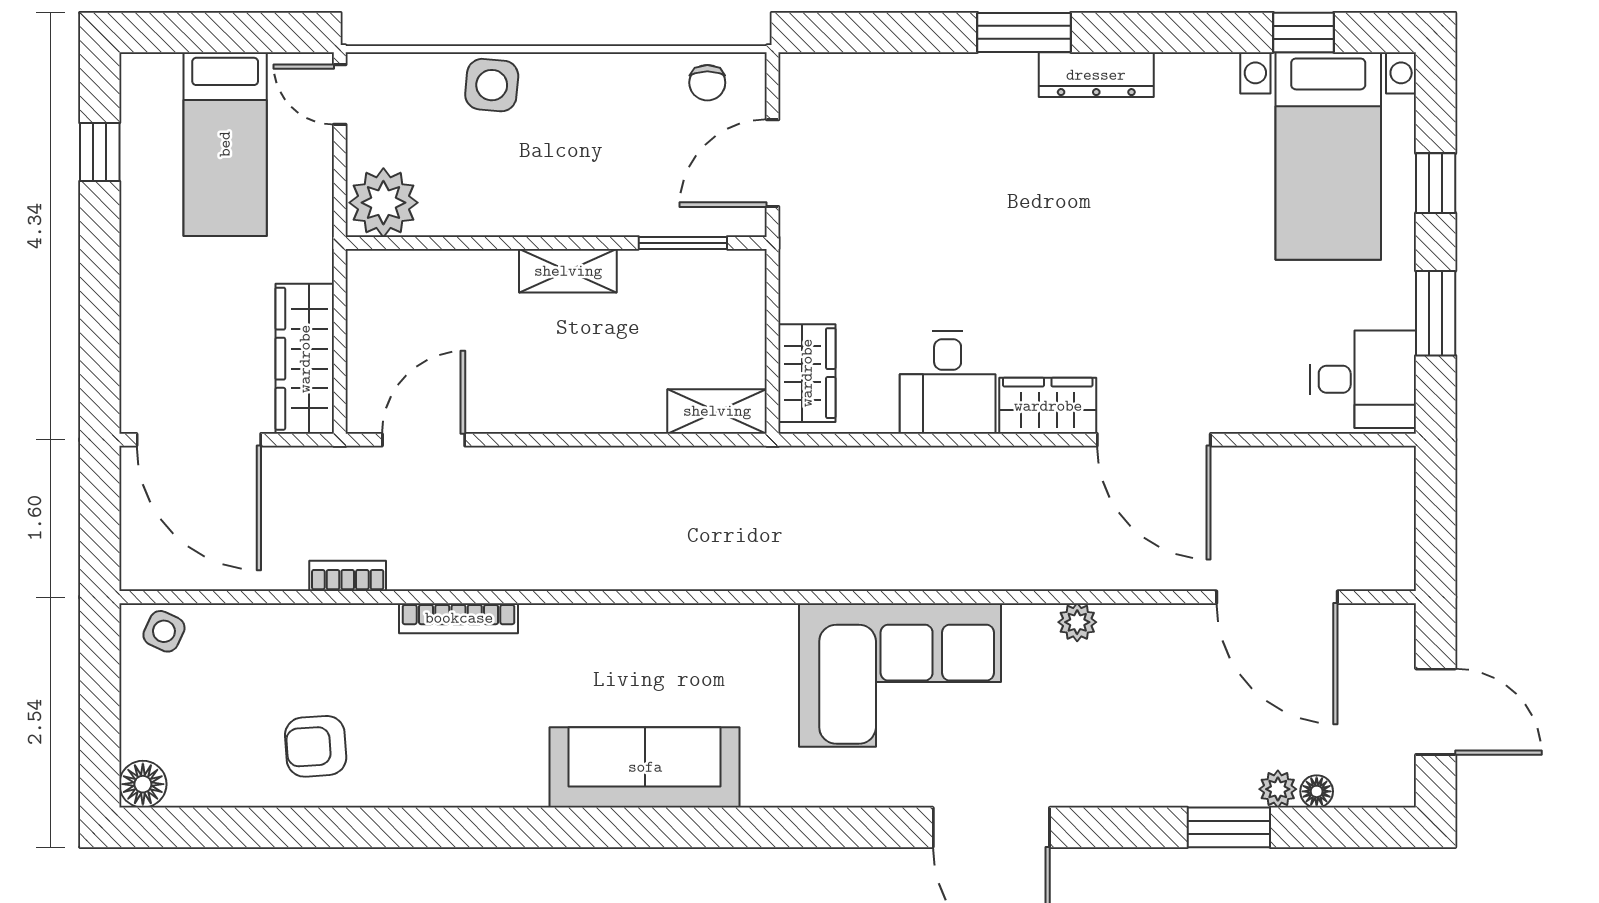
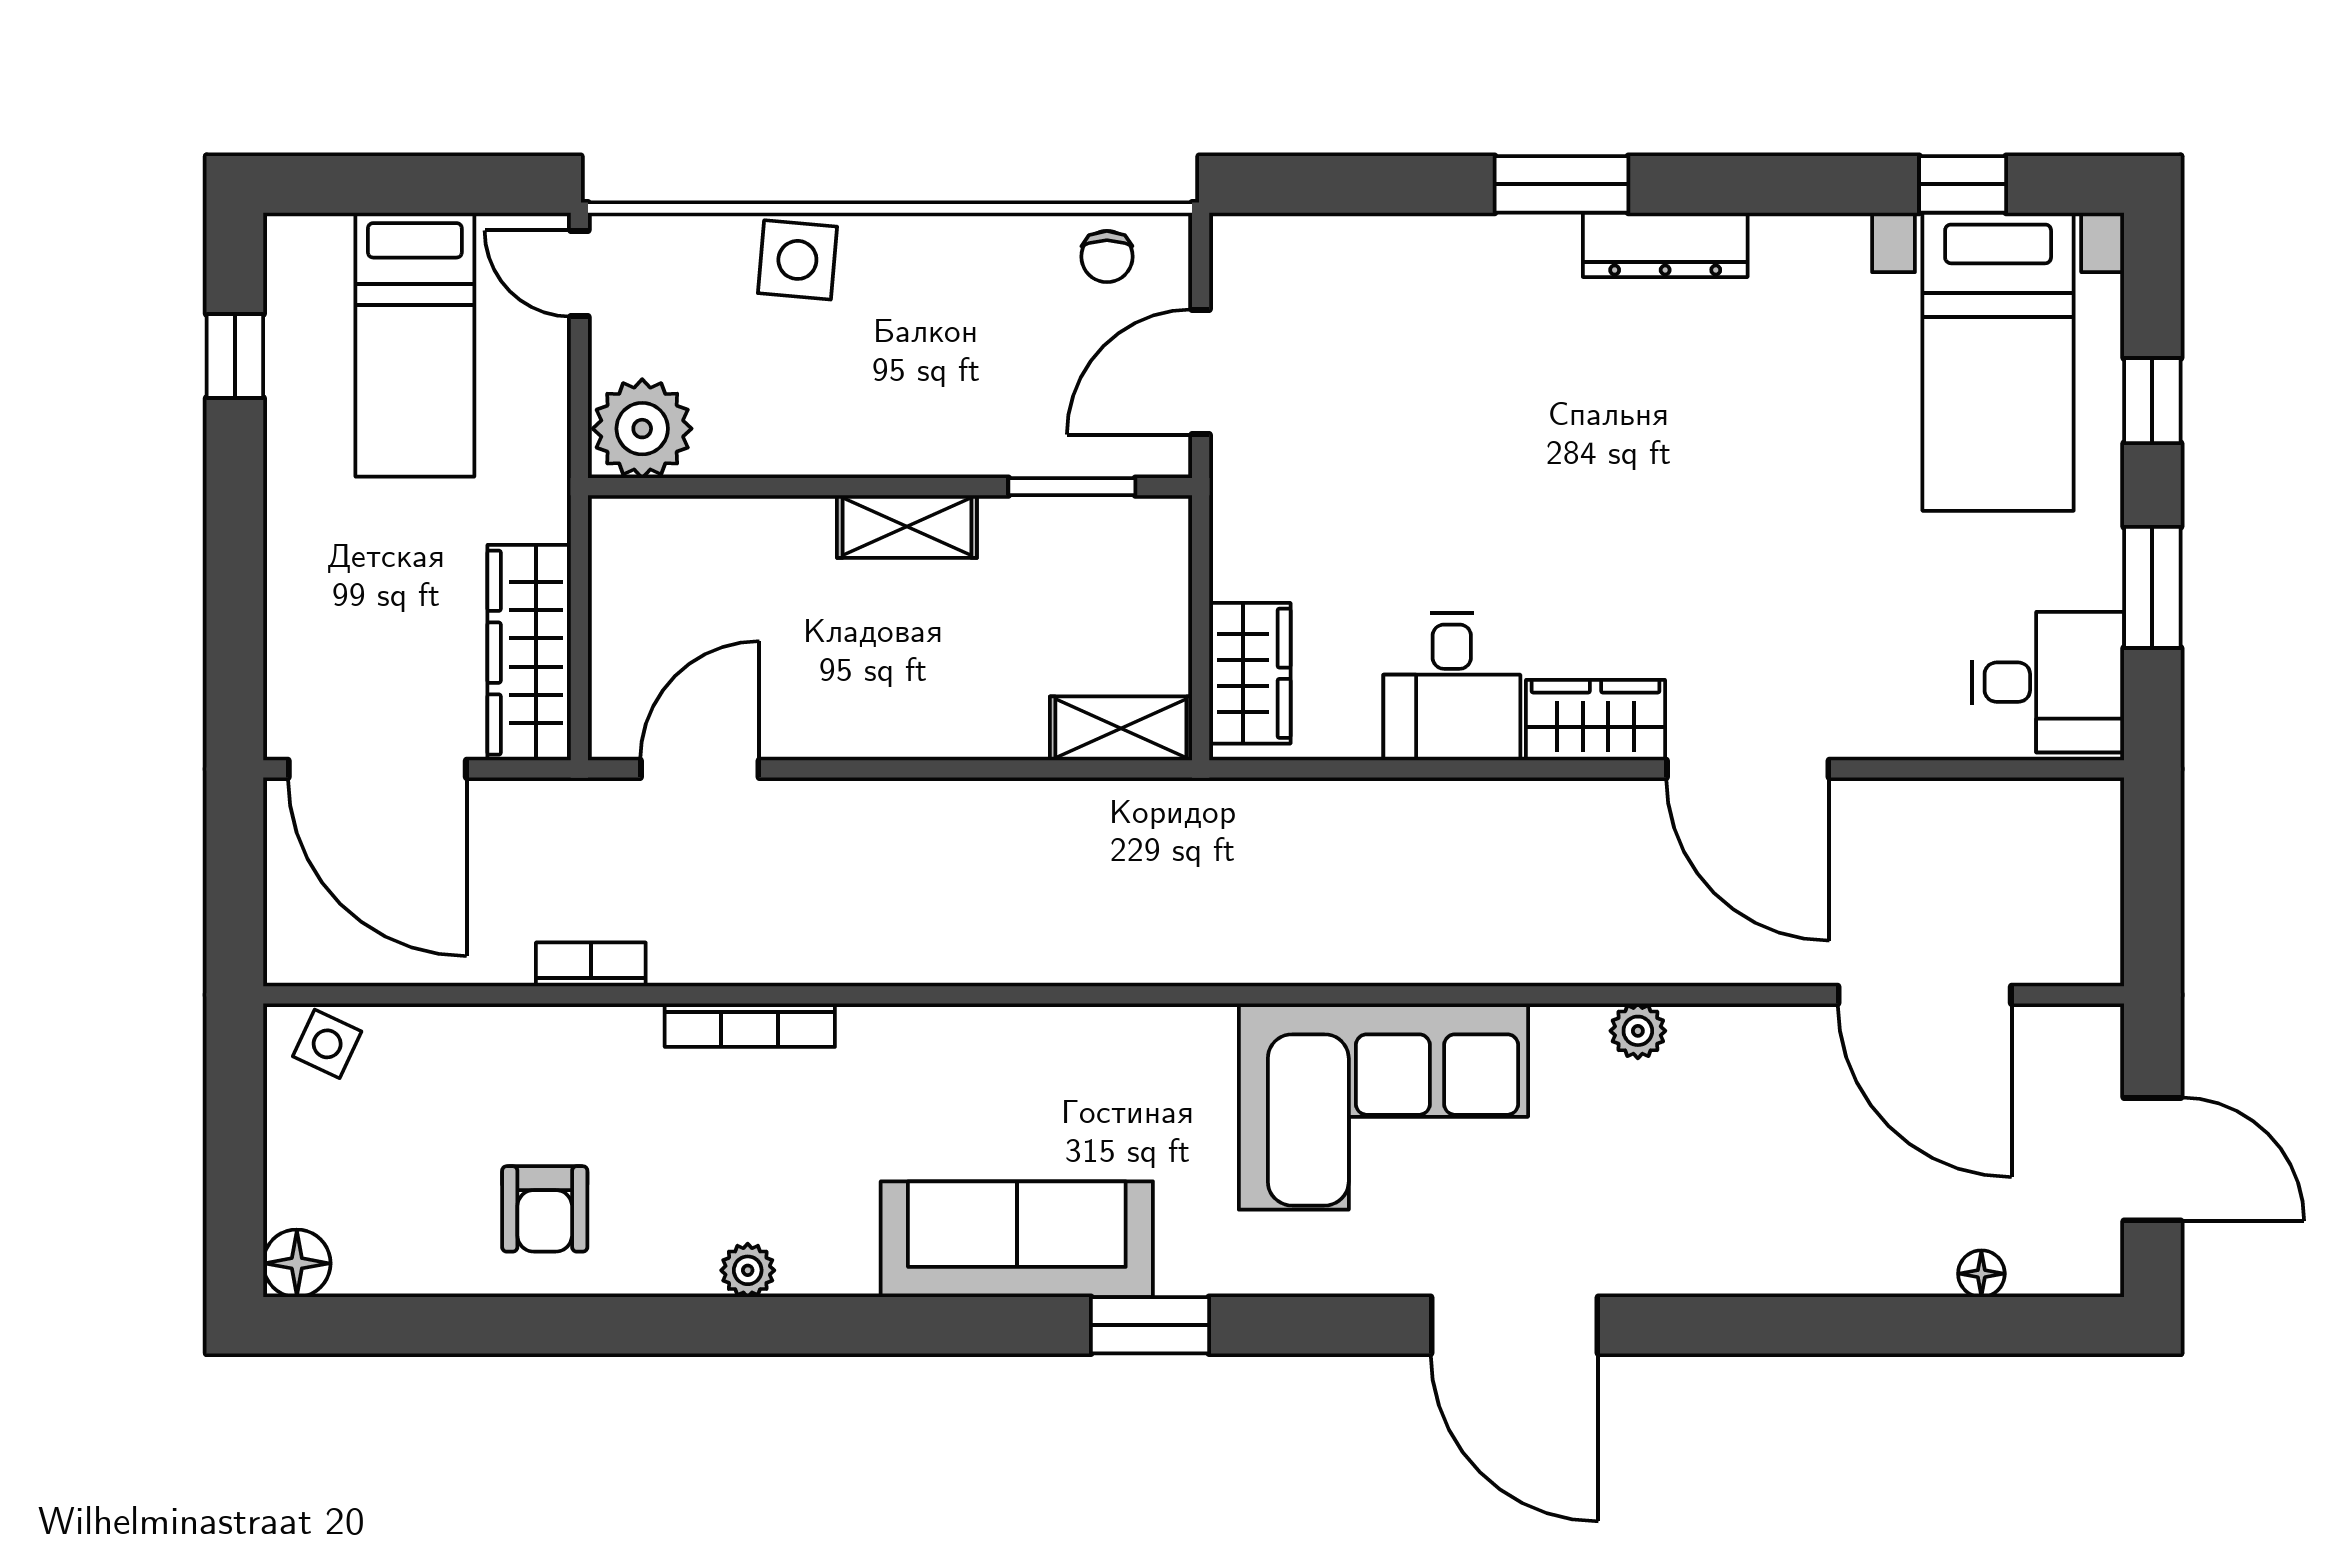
armchair: (316, 746) -> (545, 1209), turned -86
plant: (1278, 789) -> (748, 1270), moved
window: (1229, 827) -> (1150, 1325), moved

